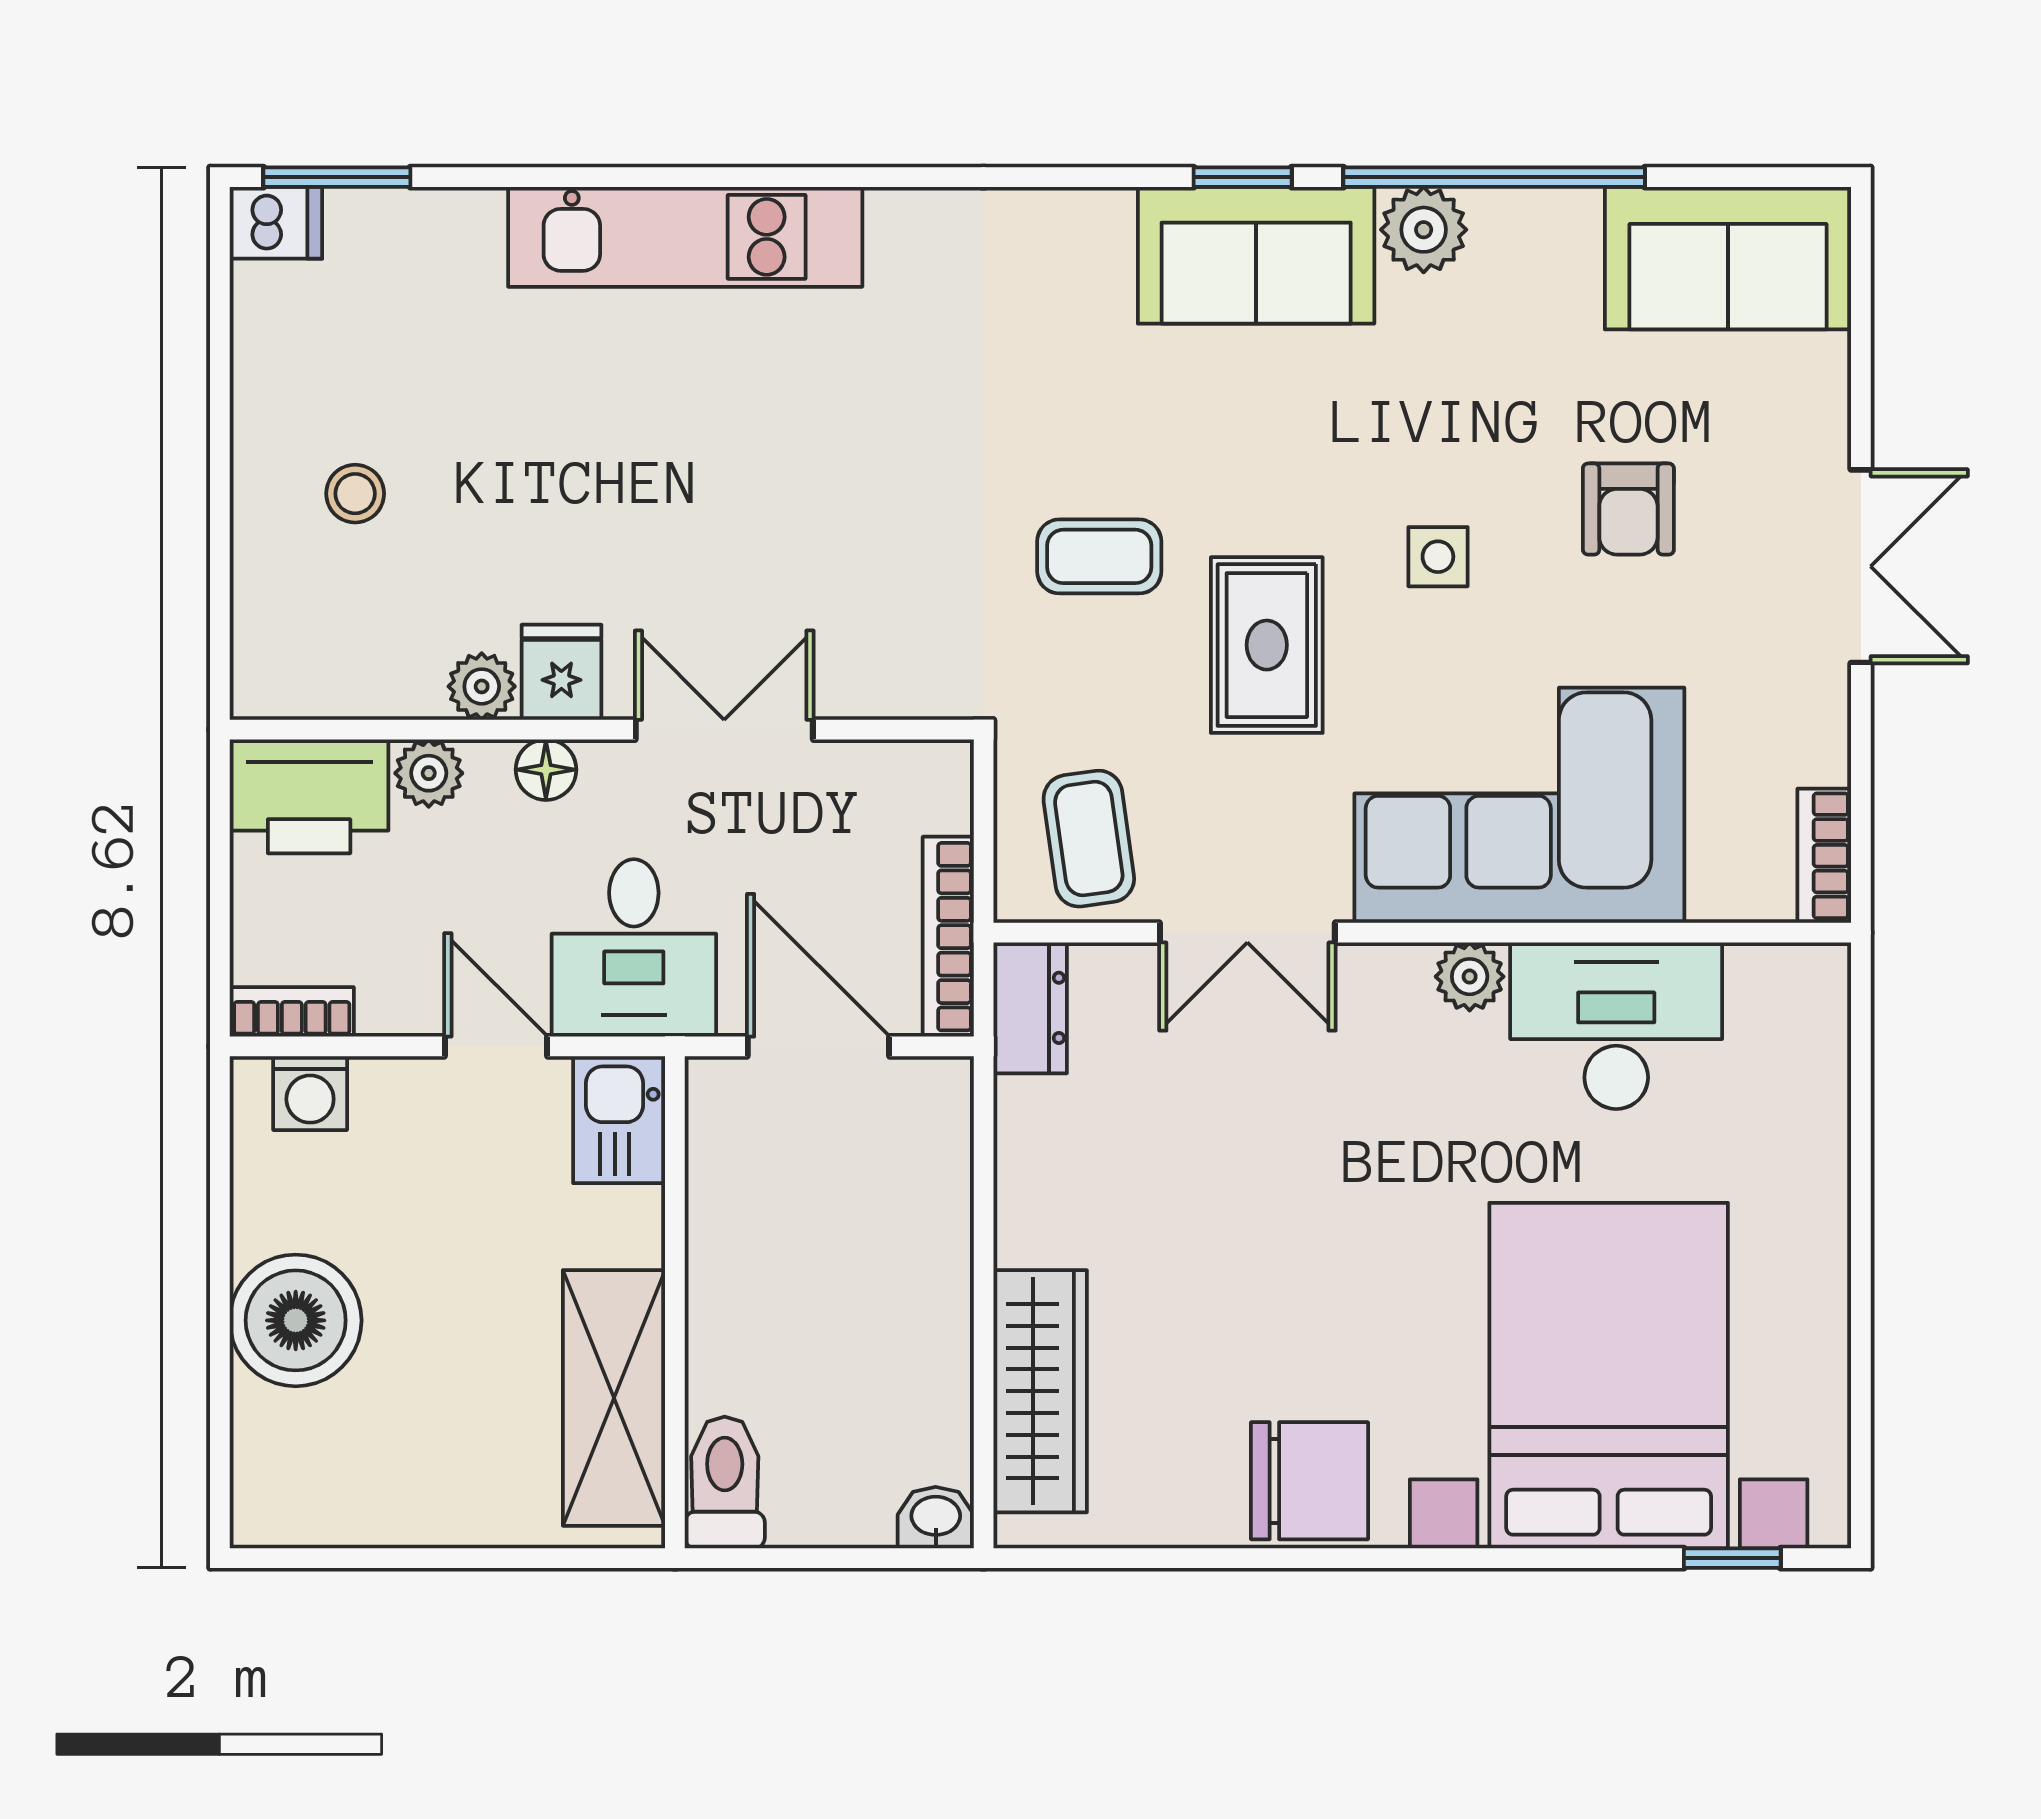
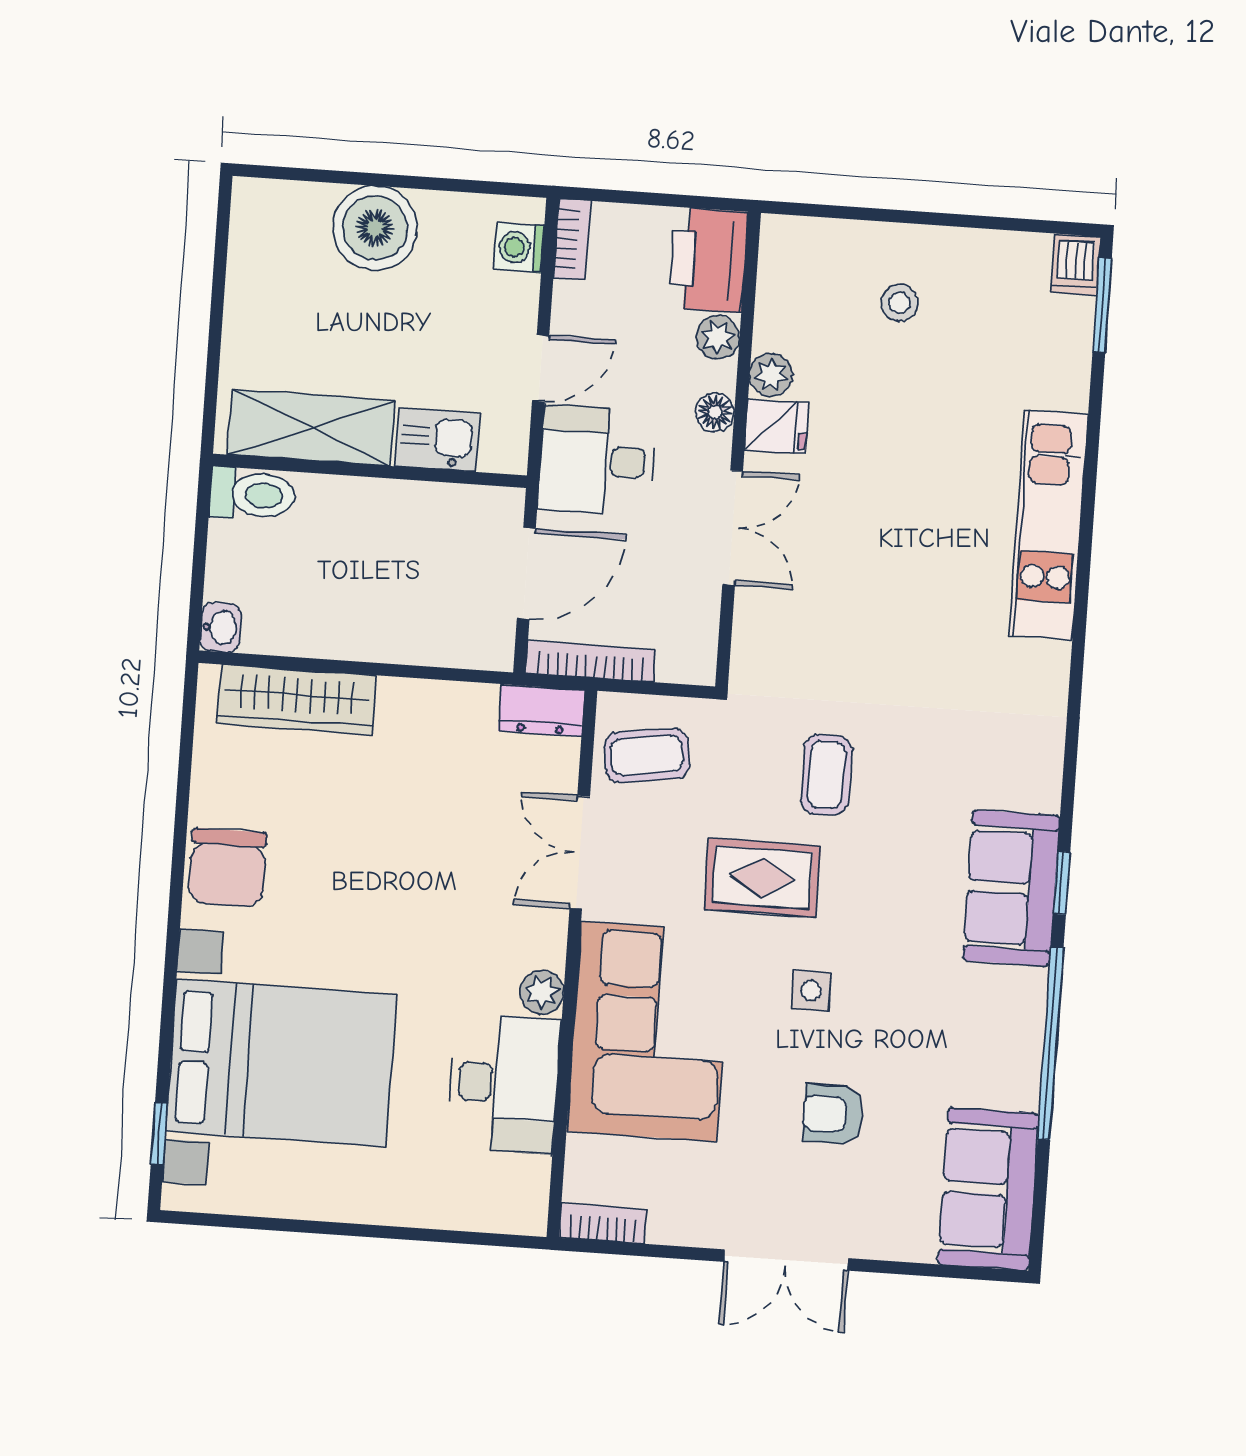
plant: (1424, 230) -> (1020, 996), removed
kitchen sink: (619, 1120) -> (437, 440), moved

